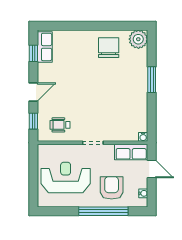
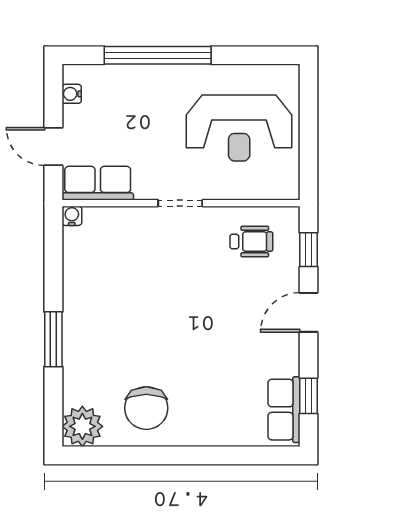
armchair: (112, 188) -> (140, 106), removed

